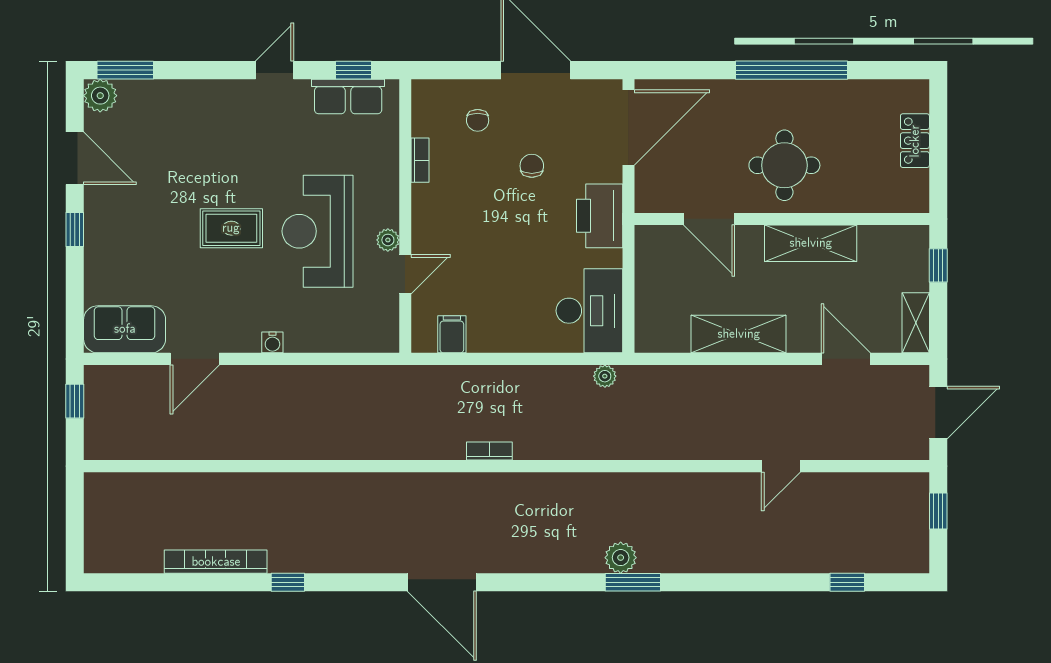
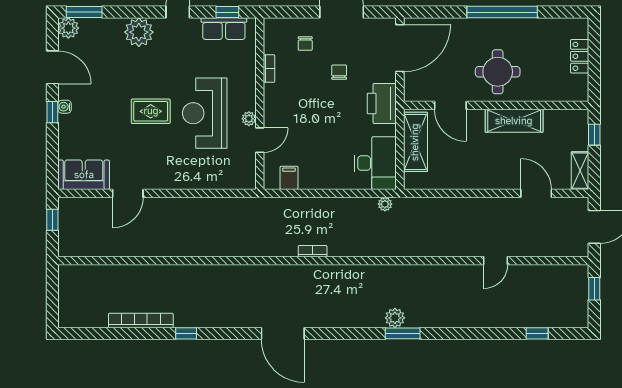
plant: (213, 102) -> (139, 32), added
shelving: (739, 334) -> (415, 142), moved, turned 90
water cooler: (272, 342) -> (65, 107), moved, turned 90

